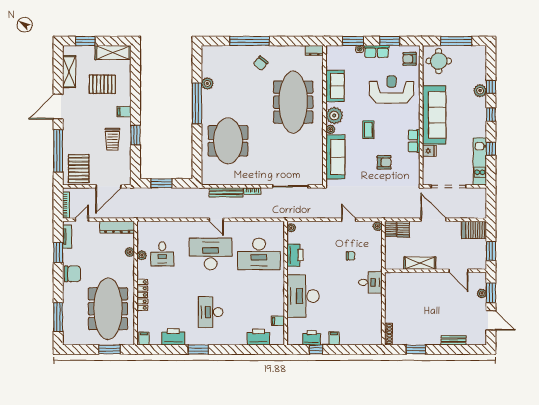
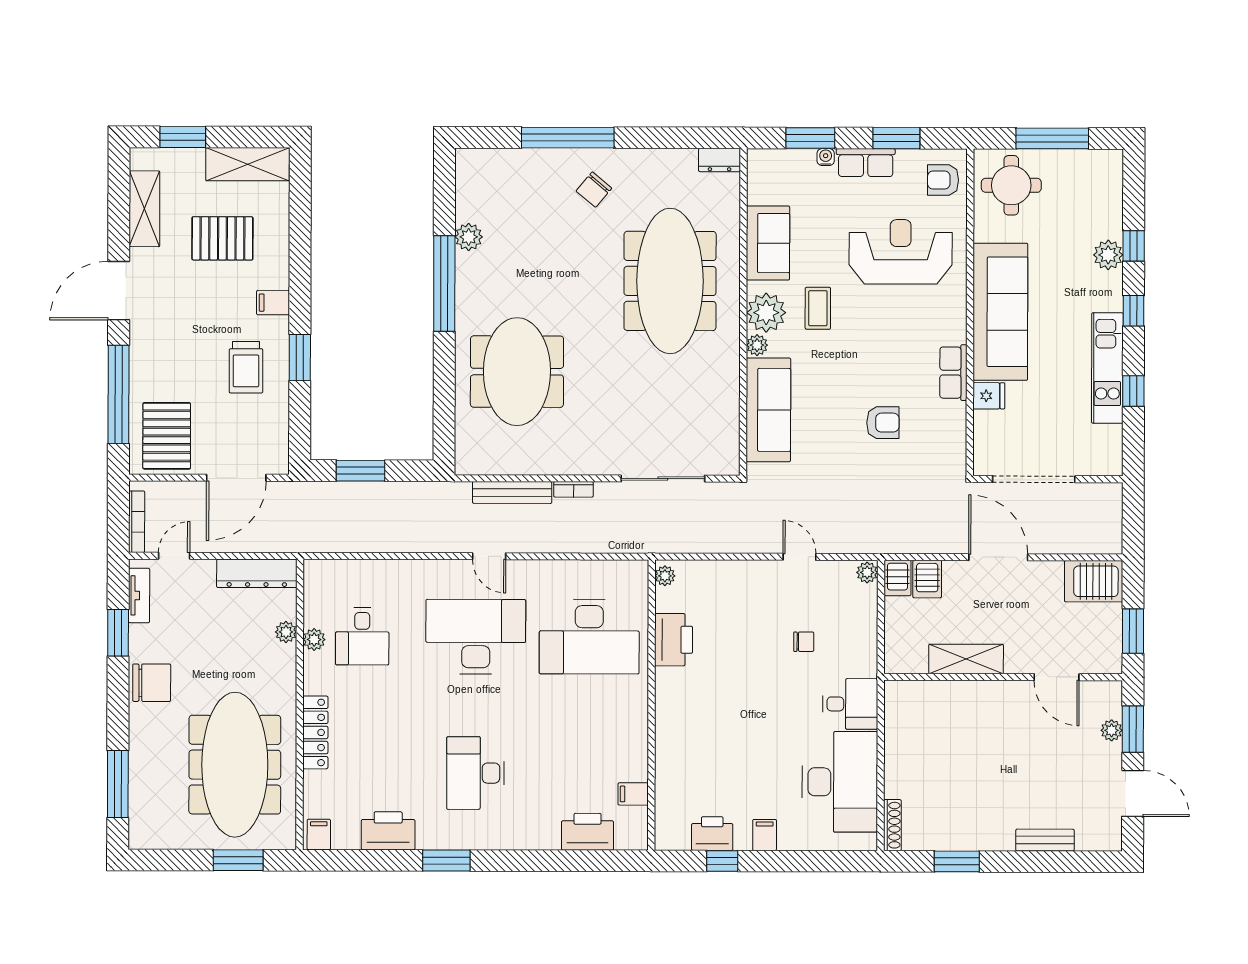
coffee table: (368, 130) -> (818, 308), moved
kitchen unit: (480, 161) -> (1107, 368), moved
desk: (303, 296) -> (840, 782), moved, turned 180

